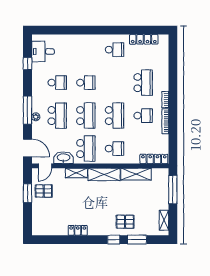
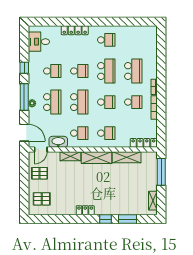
locker: (144, 39) -> (75, 30), moved
window: (27, 64) -> (24, 68), moved
school desk: (114, 83) -> (106, 71), added
school desk: (114, 116) -> (106, 102), width x0.54
school desk: (86, 149) -> (79, 133), width x0.54
window: (27, 193) -> (24, 175), removed
pallet: (125, 222) -> (42, 199), moved
locker: (78, 230) -> (85, 210), moved

